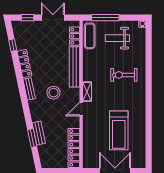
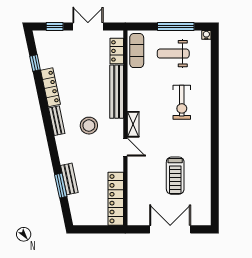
window: (105, 18) -> (176, 27), moved
exercise bike: (124, 75) -> (182, 102), turned -90
door: (81, 109) -> (125, 147), swing flipped
treadmill: (119, 130) -> (175, 176), width x0.73, depth x0.73

